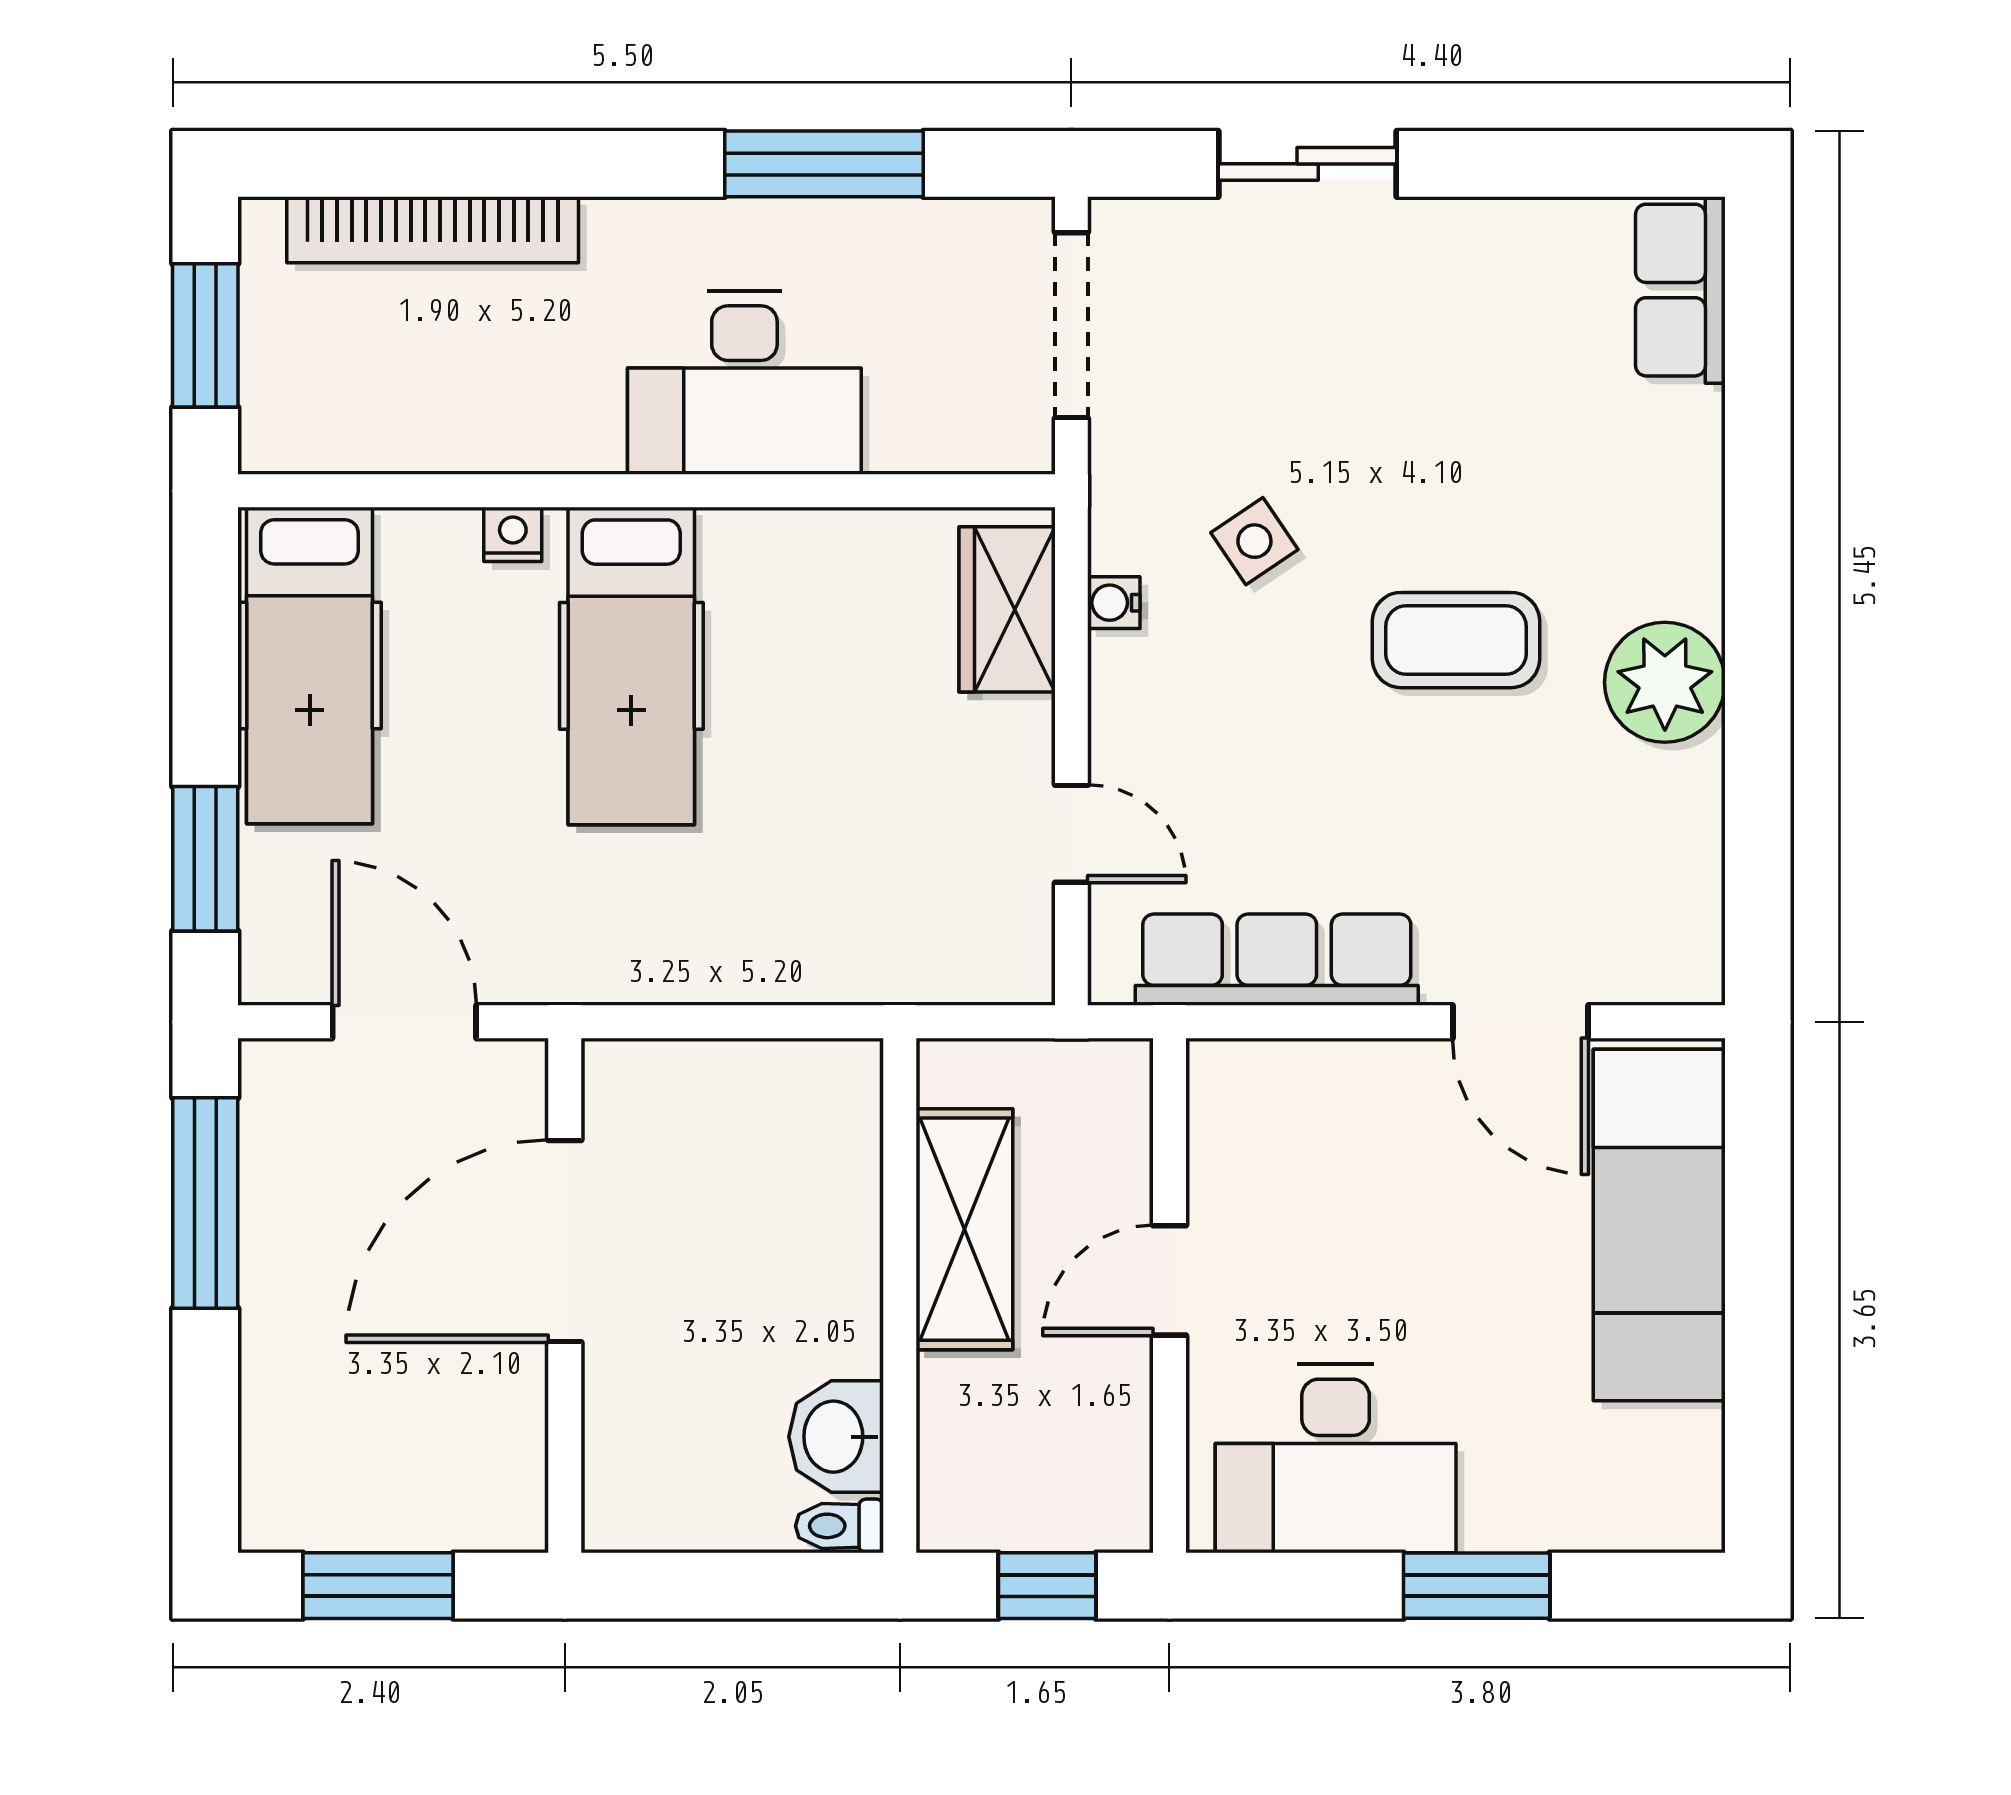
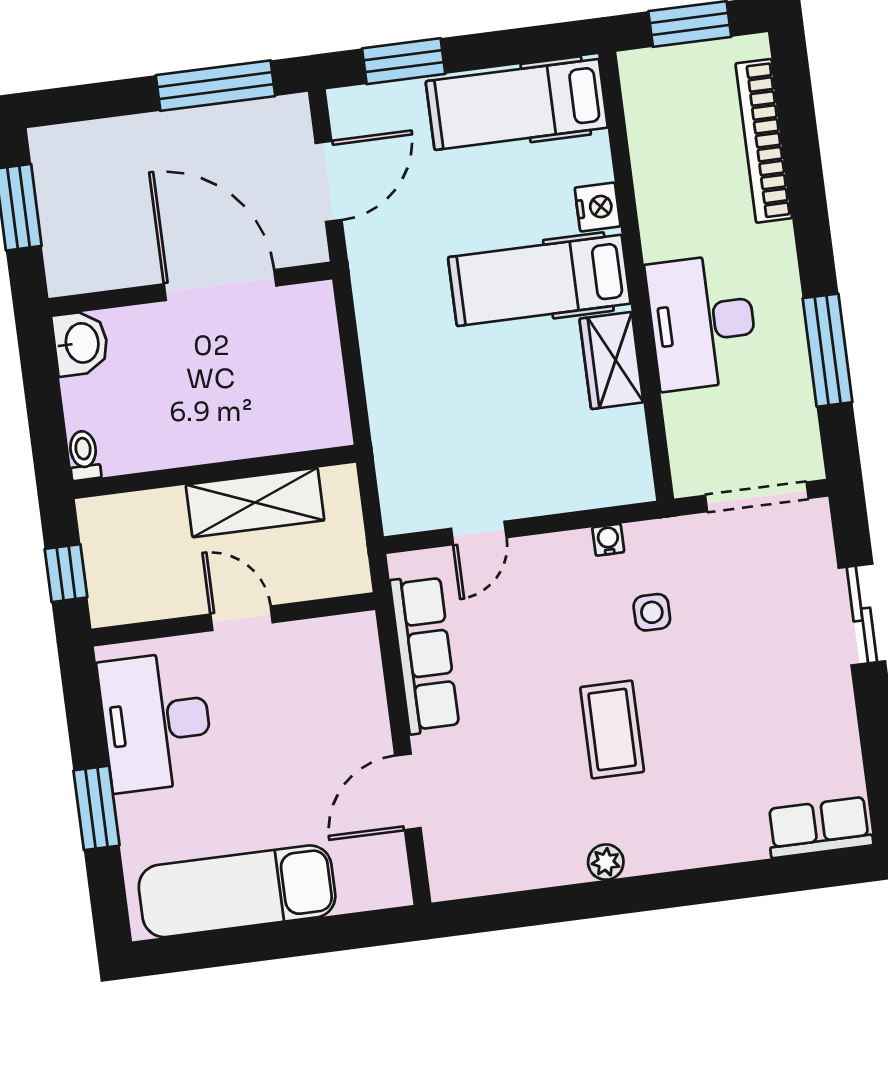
nightstand: (513, 534) -> (598, 207), width x1.39, depth x1.35
side table: (1254, 541) -> (652, 612), turned 34
wardrobe: (1007, 609) -> (611, 361), moved, turned -90
plant: (1665, 682) -> (606, 862), width x0.53, depth x0.53
exam couch: (1659, 1225) -> (237, 891), moved
washbasin: (836, 1437) -> (81, 343), moved, turned 90

